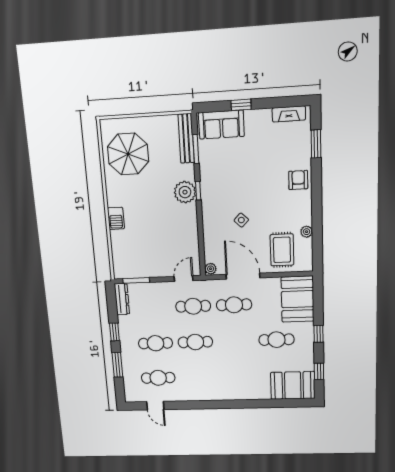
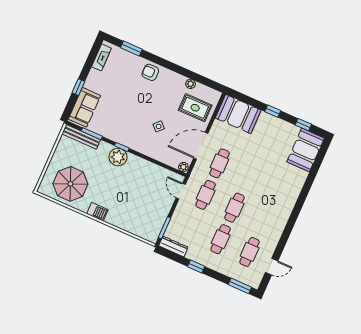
barbecue: (116, 218) -> (97, 212), moved
cafe table: (277, 340) -> (262, 145), removed
window: (117, 365) -> (240, 286), moved

